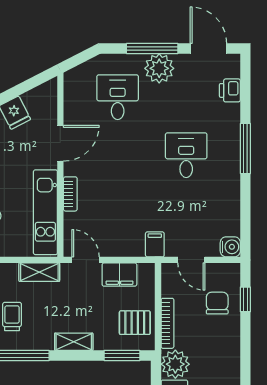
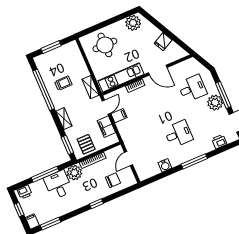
filing cabinet: (155, 244) -> (119, 116), moved
water cooler: (230, 247) -> (165, 165), moved
window: (245, 299) -> (96, 204), moved

